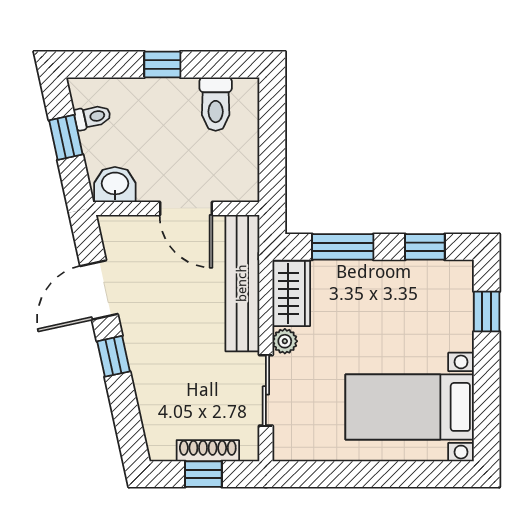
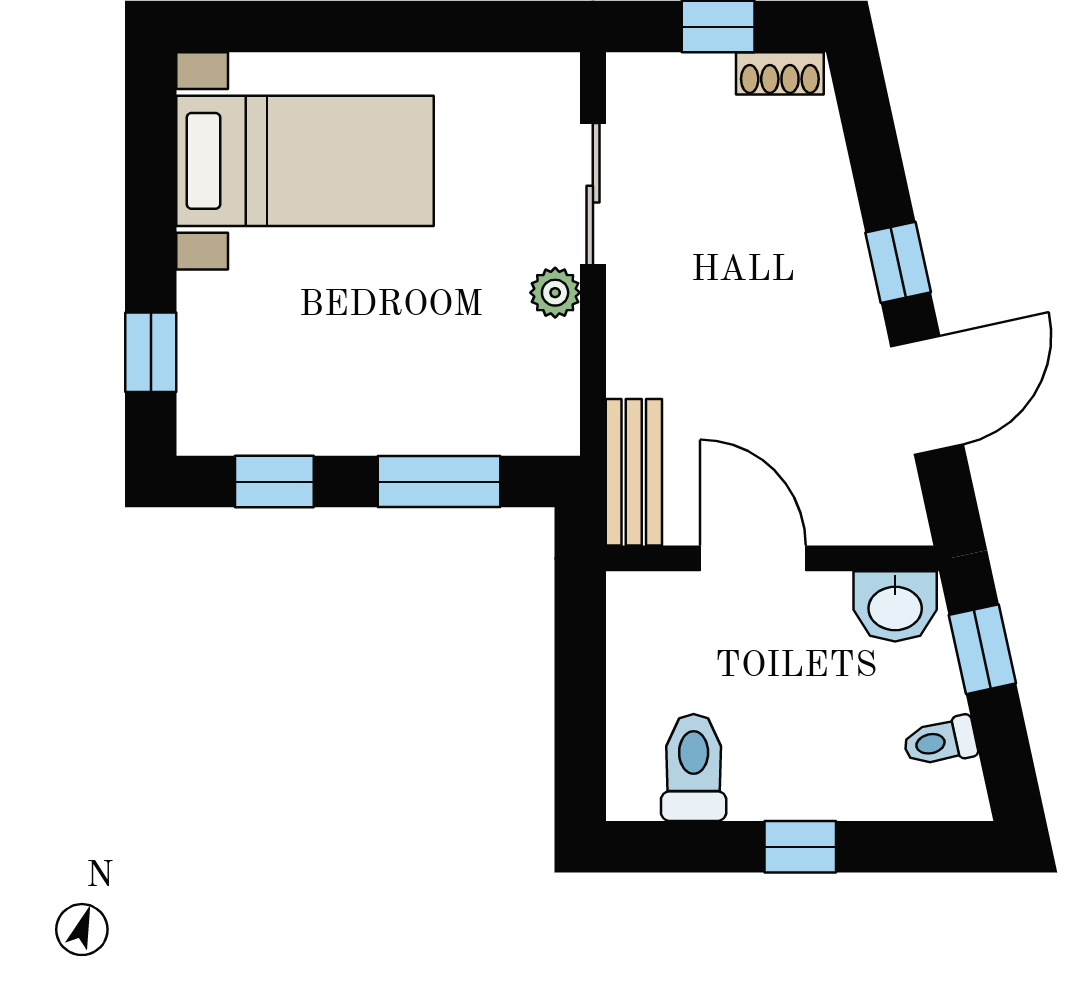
window: (66, 137) -> (982, 649), moved
bench: (242, 283) -> (634, 472), width x0.54, depth x0.82
wardrobe: (291, 294) -> (542, 388), removed
shoe rack: (208, 451) -> (780, 73), moved, width x0.70

